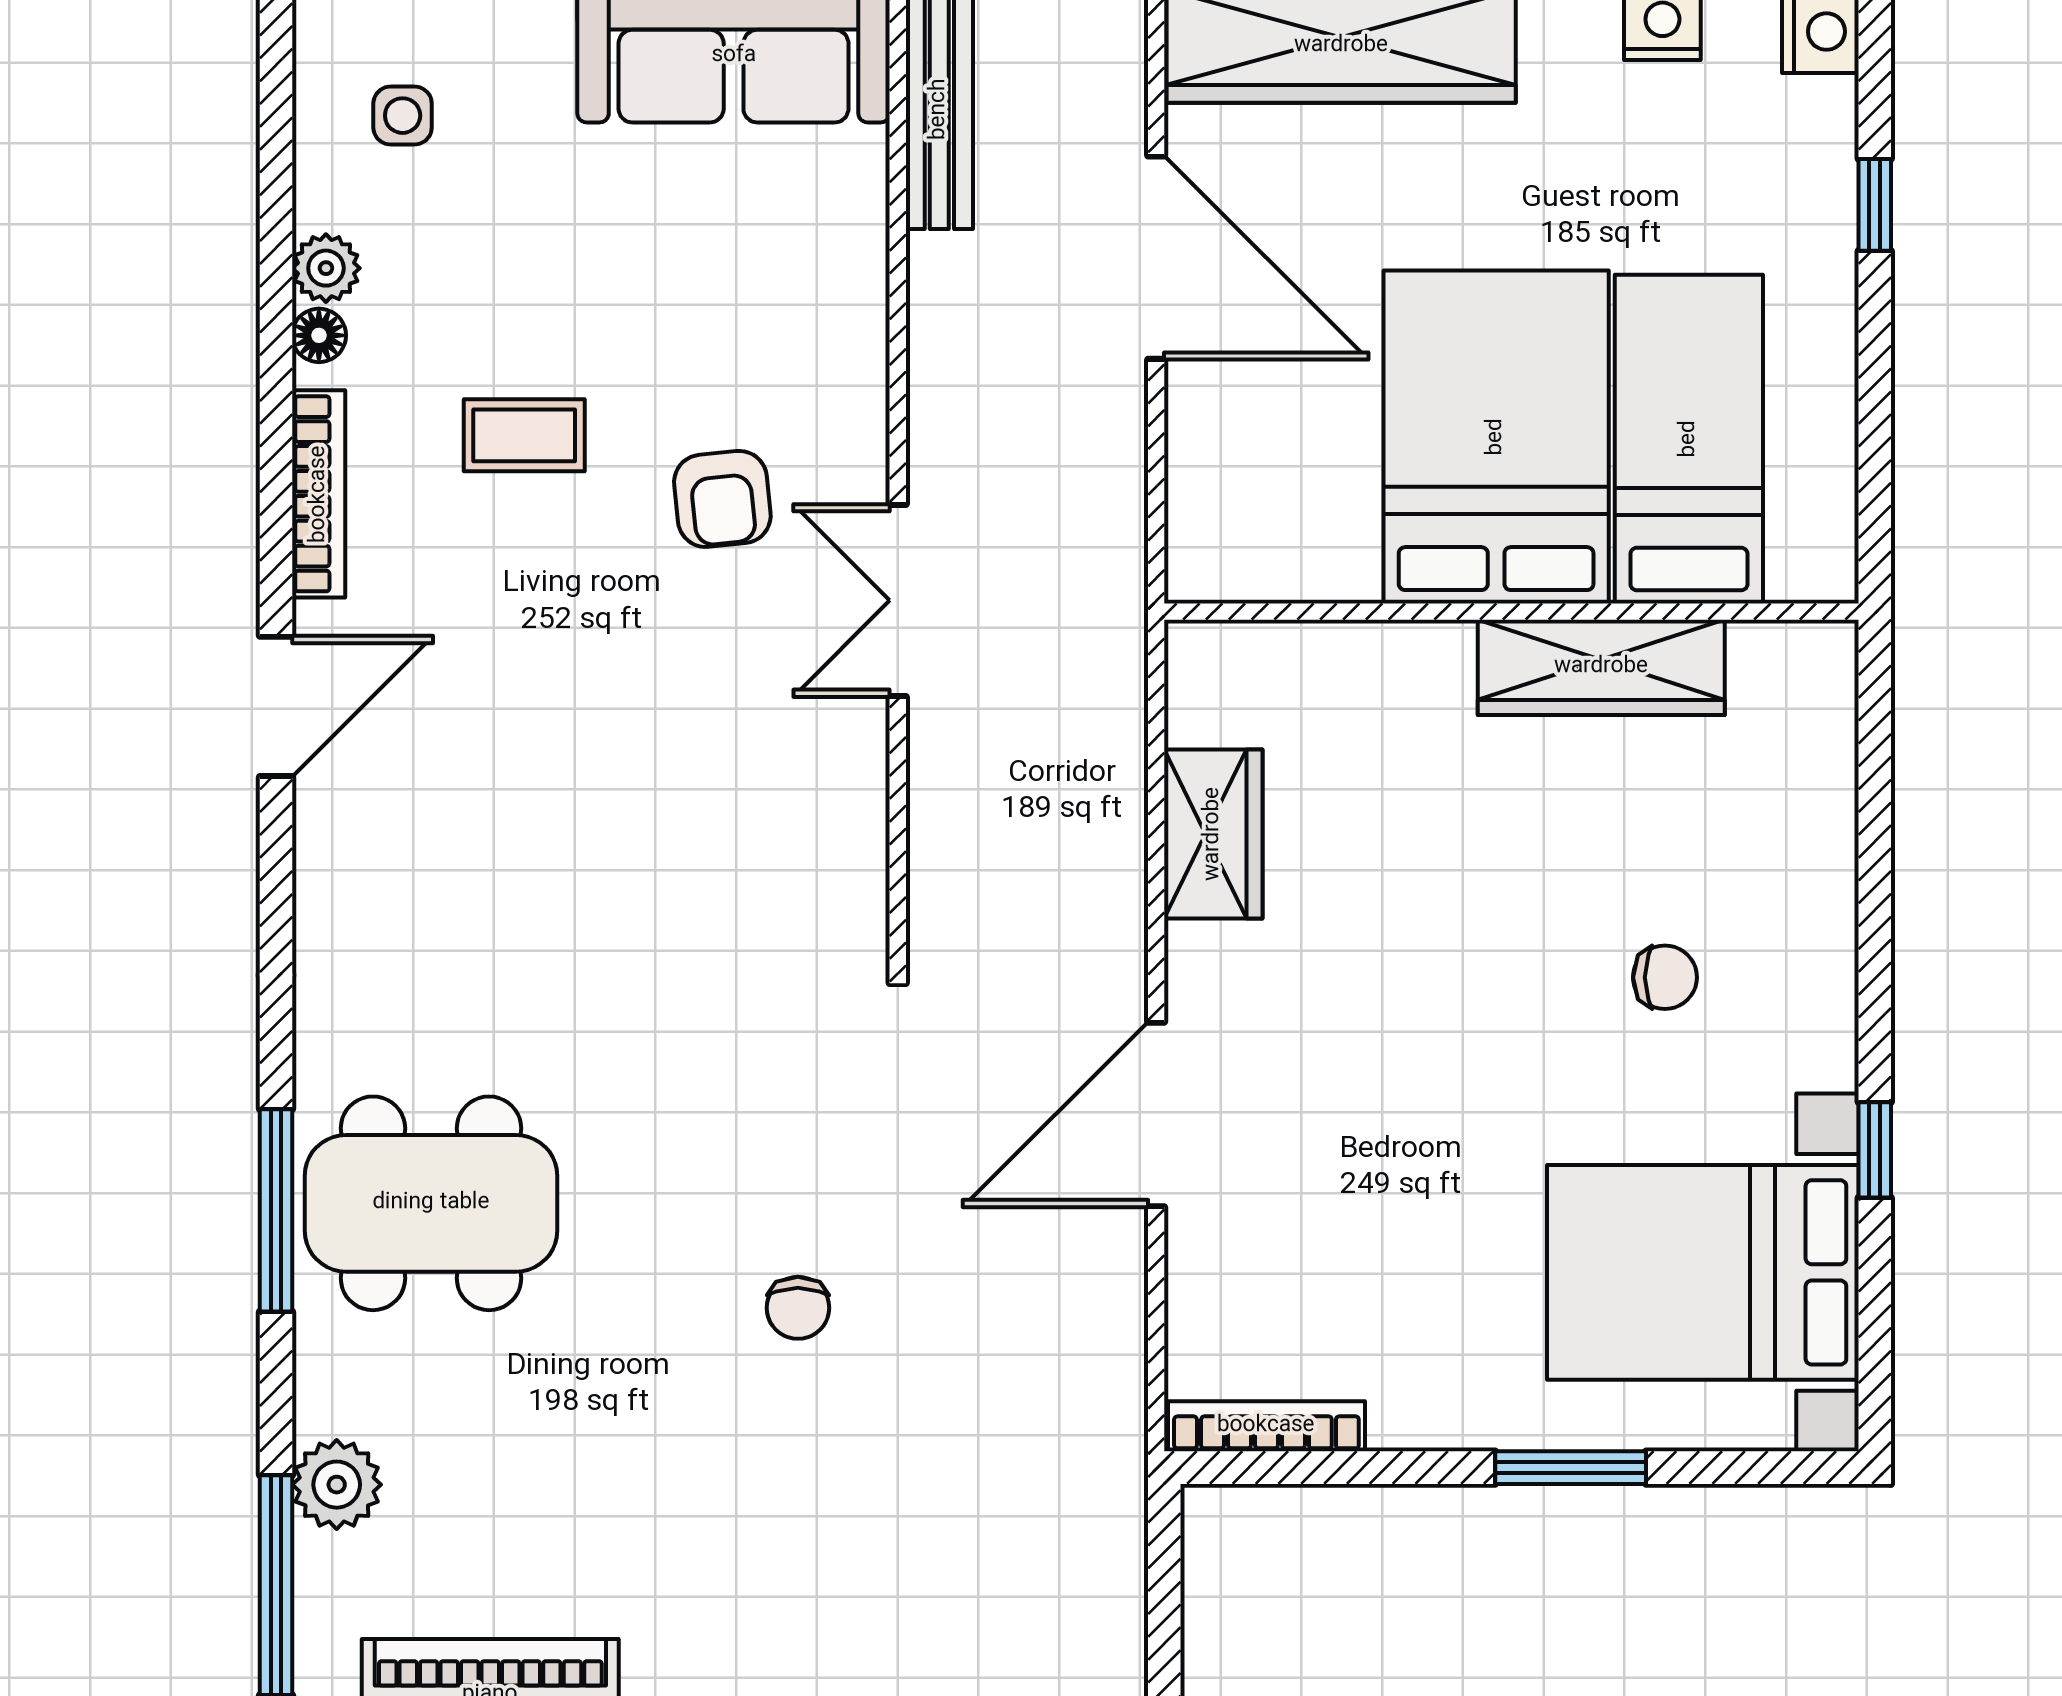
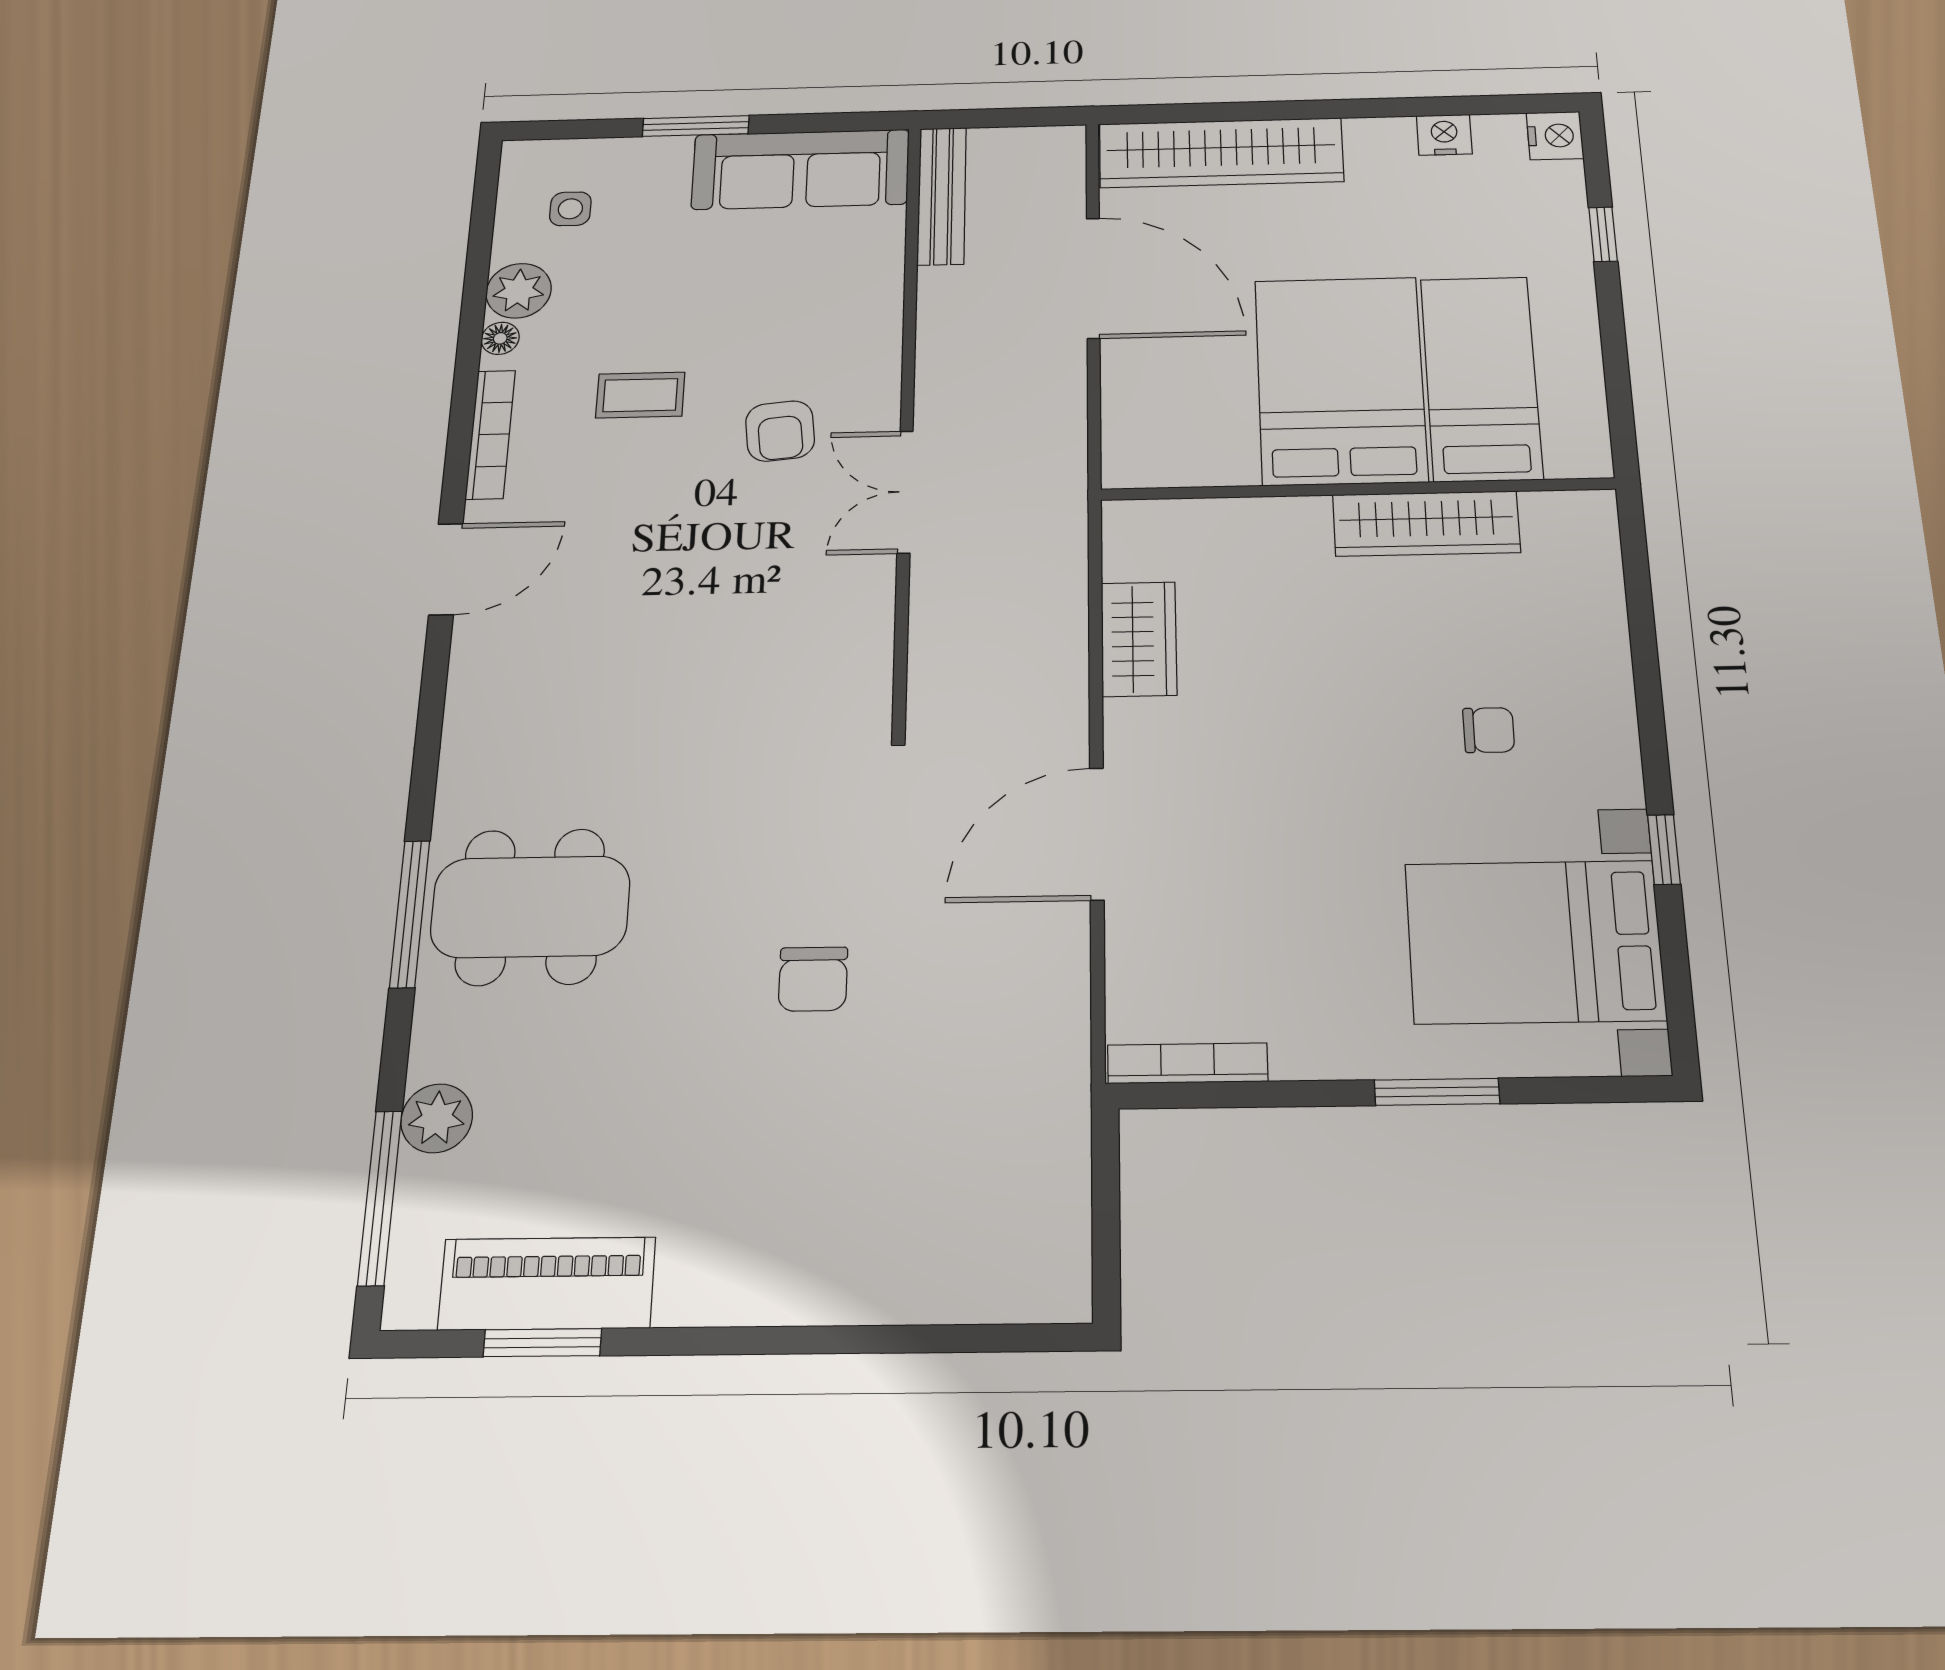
plant: (326, 268) -> (519, 291), width x1.38, depth x1.38
chair: (798, 1308) -> (813, 979), width x1.37, depth x1.37

